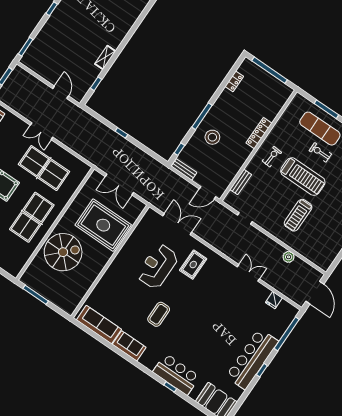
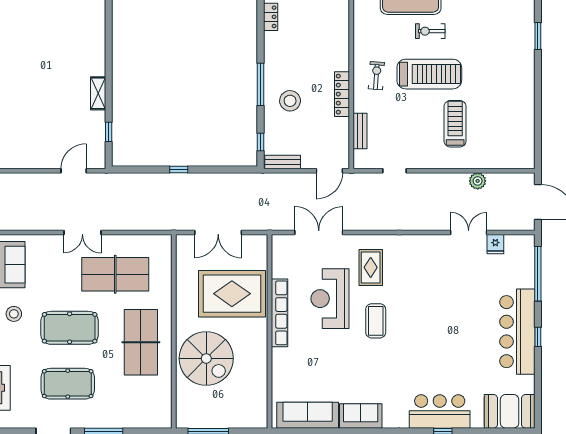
door: (61, 92) -> (74, 171), hinge flipped
locker: (259, 133) -> (342, 94), moved
treadmill: (298, 215) -> (455, 124), turned 180
spiral stairs: (63, 252) -> (206, 358), turned 90
row of seats: (123, 255) -> (279, 313), added
double door: (248, 273) -> (469, 232), moved
coffee table: (159, 314) -> (376, 321), moved

